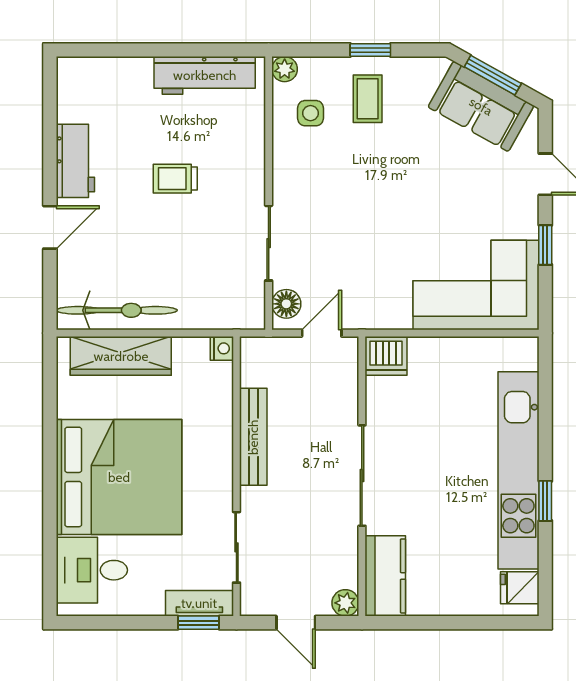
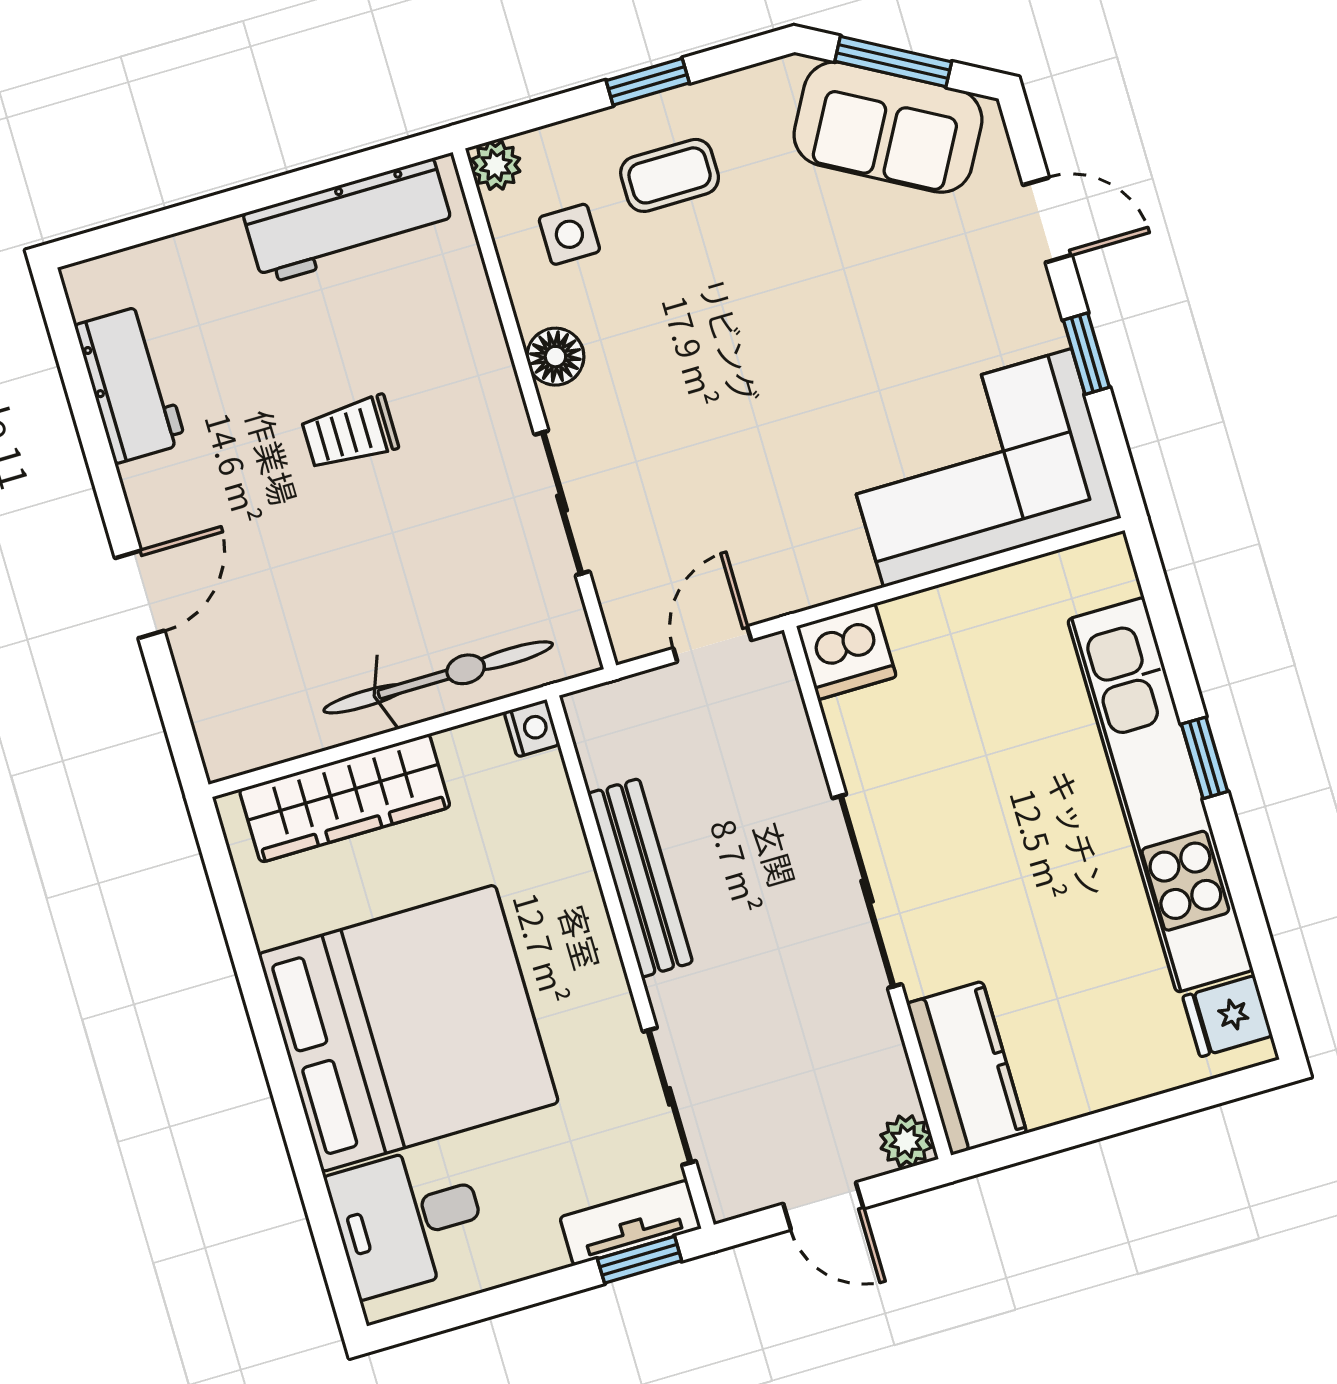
coffee table: (368, 99) -> (670, 175), turned 90
workbench: (75, 161) -> (130, 384), moved
floor lamp: (286, 304) -> (555, 357), moved
bicycle: (117, 310) -> (438, 677), moved
window: (545, 501) -> (1205, 758), moved

